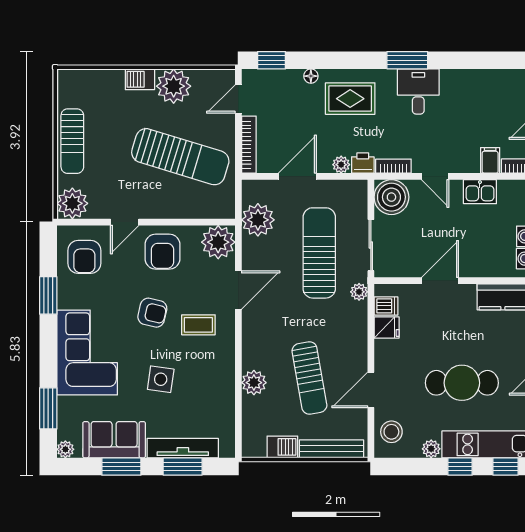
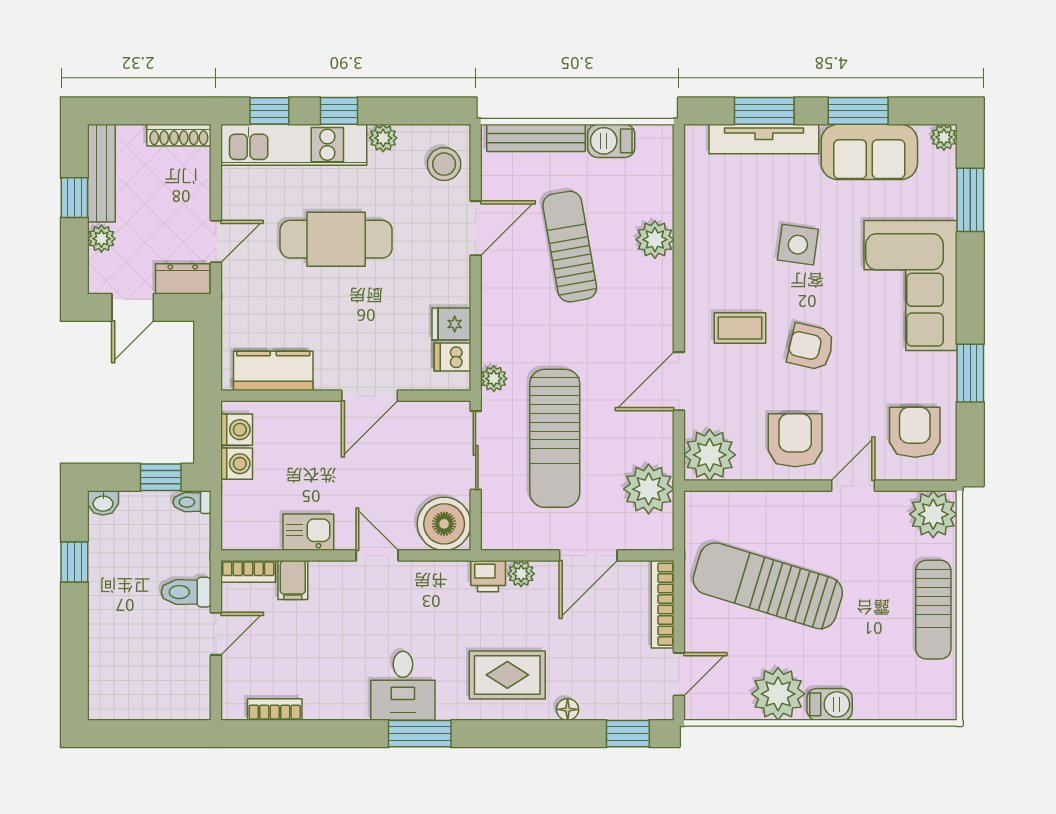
sun lounger: (72, 141) -> (933, 610), turned 180
bookcase: (393, 166) -> (275, 709), moved, turned 180

